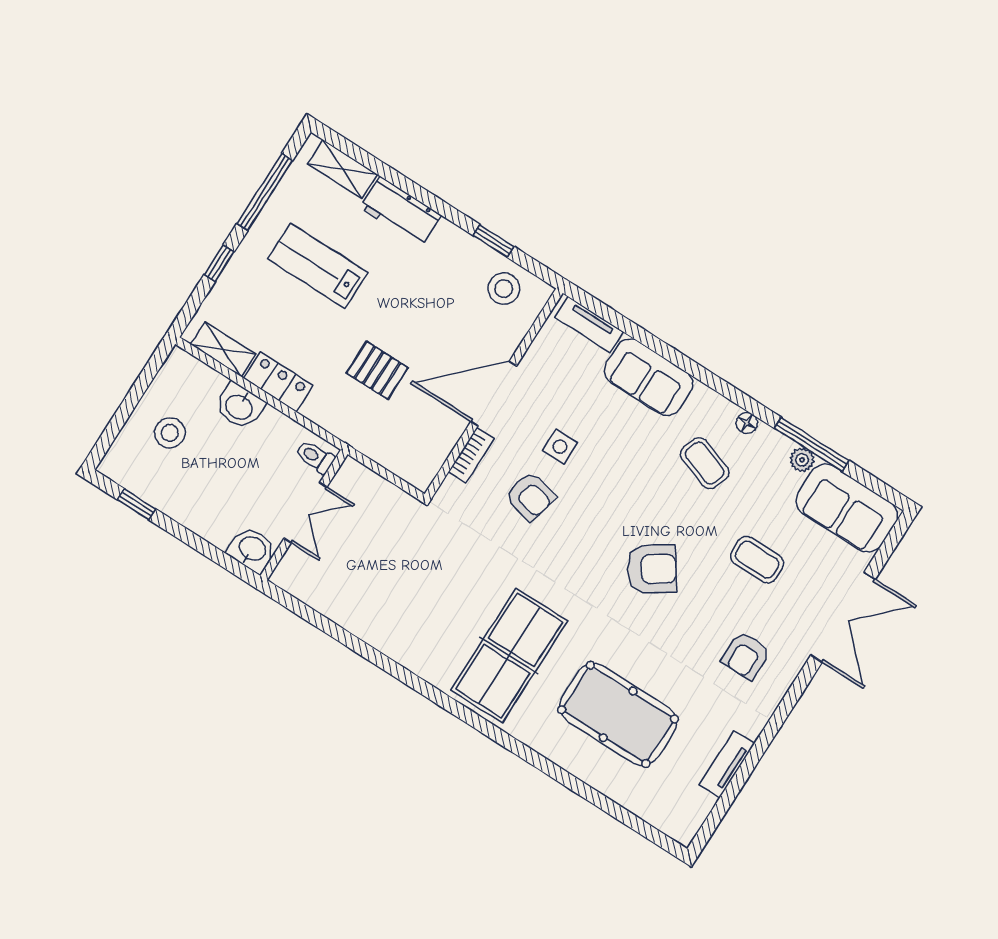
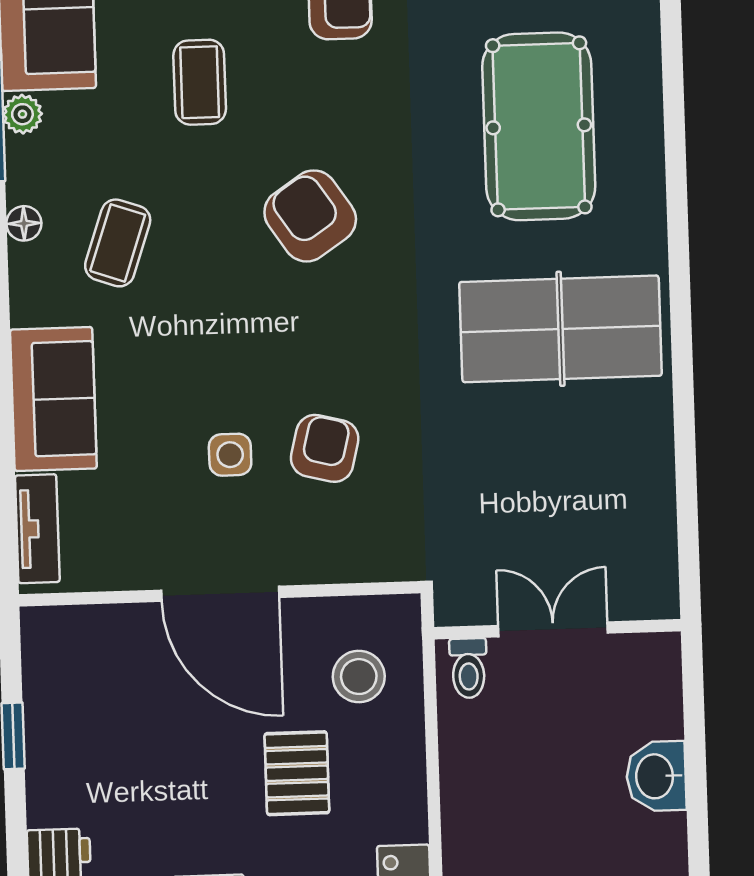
stool: (504, 289) -> (359, 677), moved
bookcase: (471, 455) -> (324, 567), removed
toilet: (315, 457) -> (468, 668), moved
double door: (305, 513) -> (553, 629), moved
wall: (304, 515) -> (558, 629), moved

